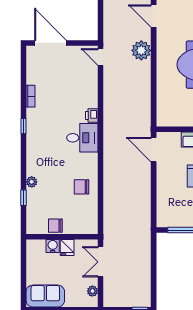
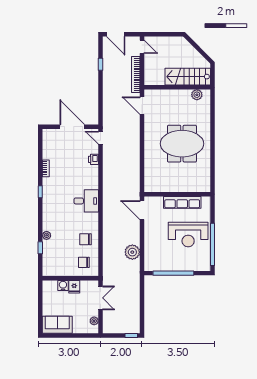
door: (50, 43) -> (72, 127), moved
plant: (141, 50) -> (132, 252), moved
printer: (92, 116) -> (94, 159), moved
chair: (55, 226) -> (84, 262), moved
double door: (101, 262) -> (100, 298), swing flipped

